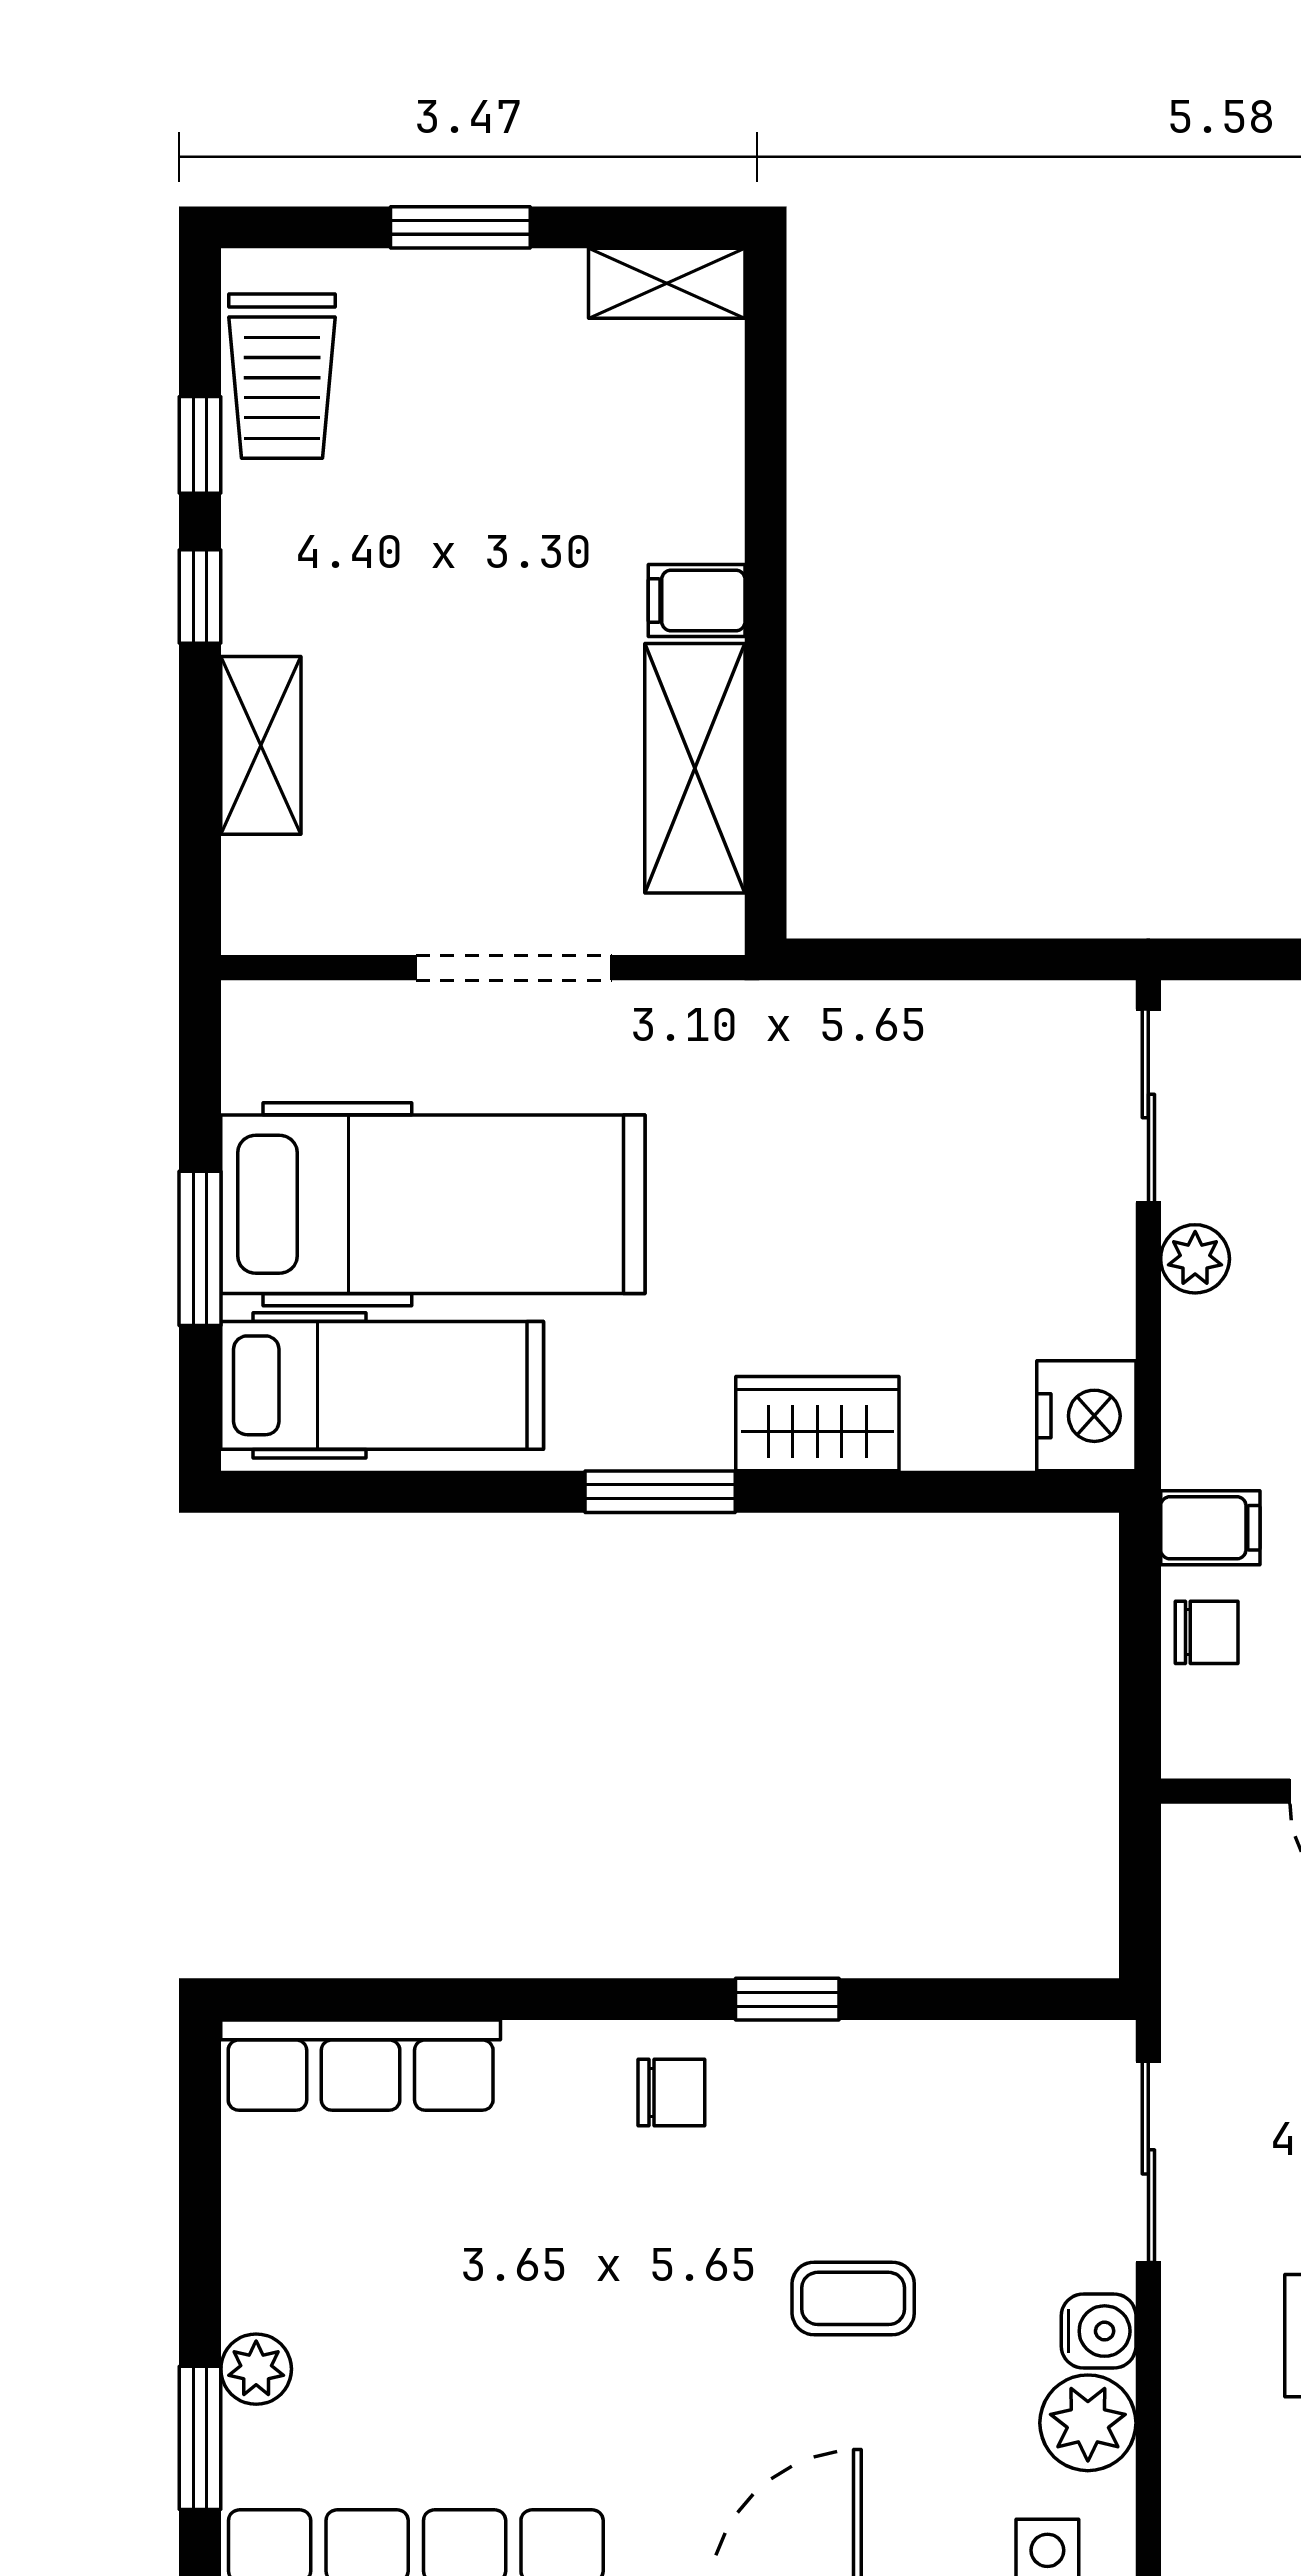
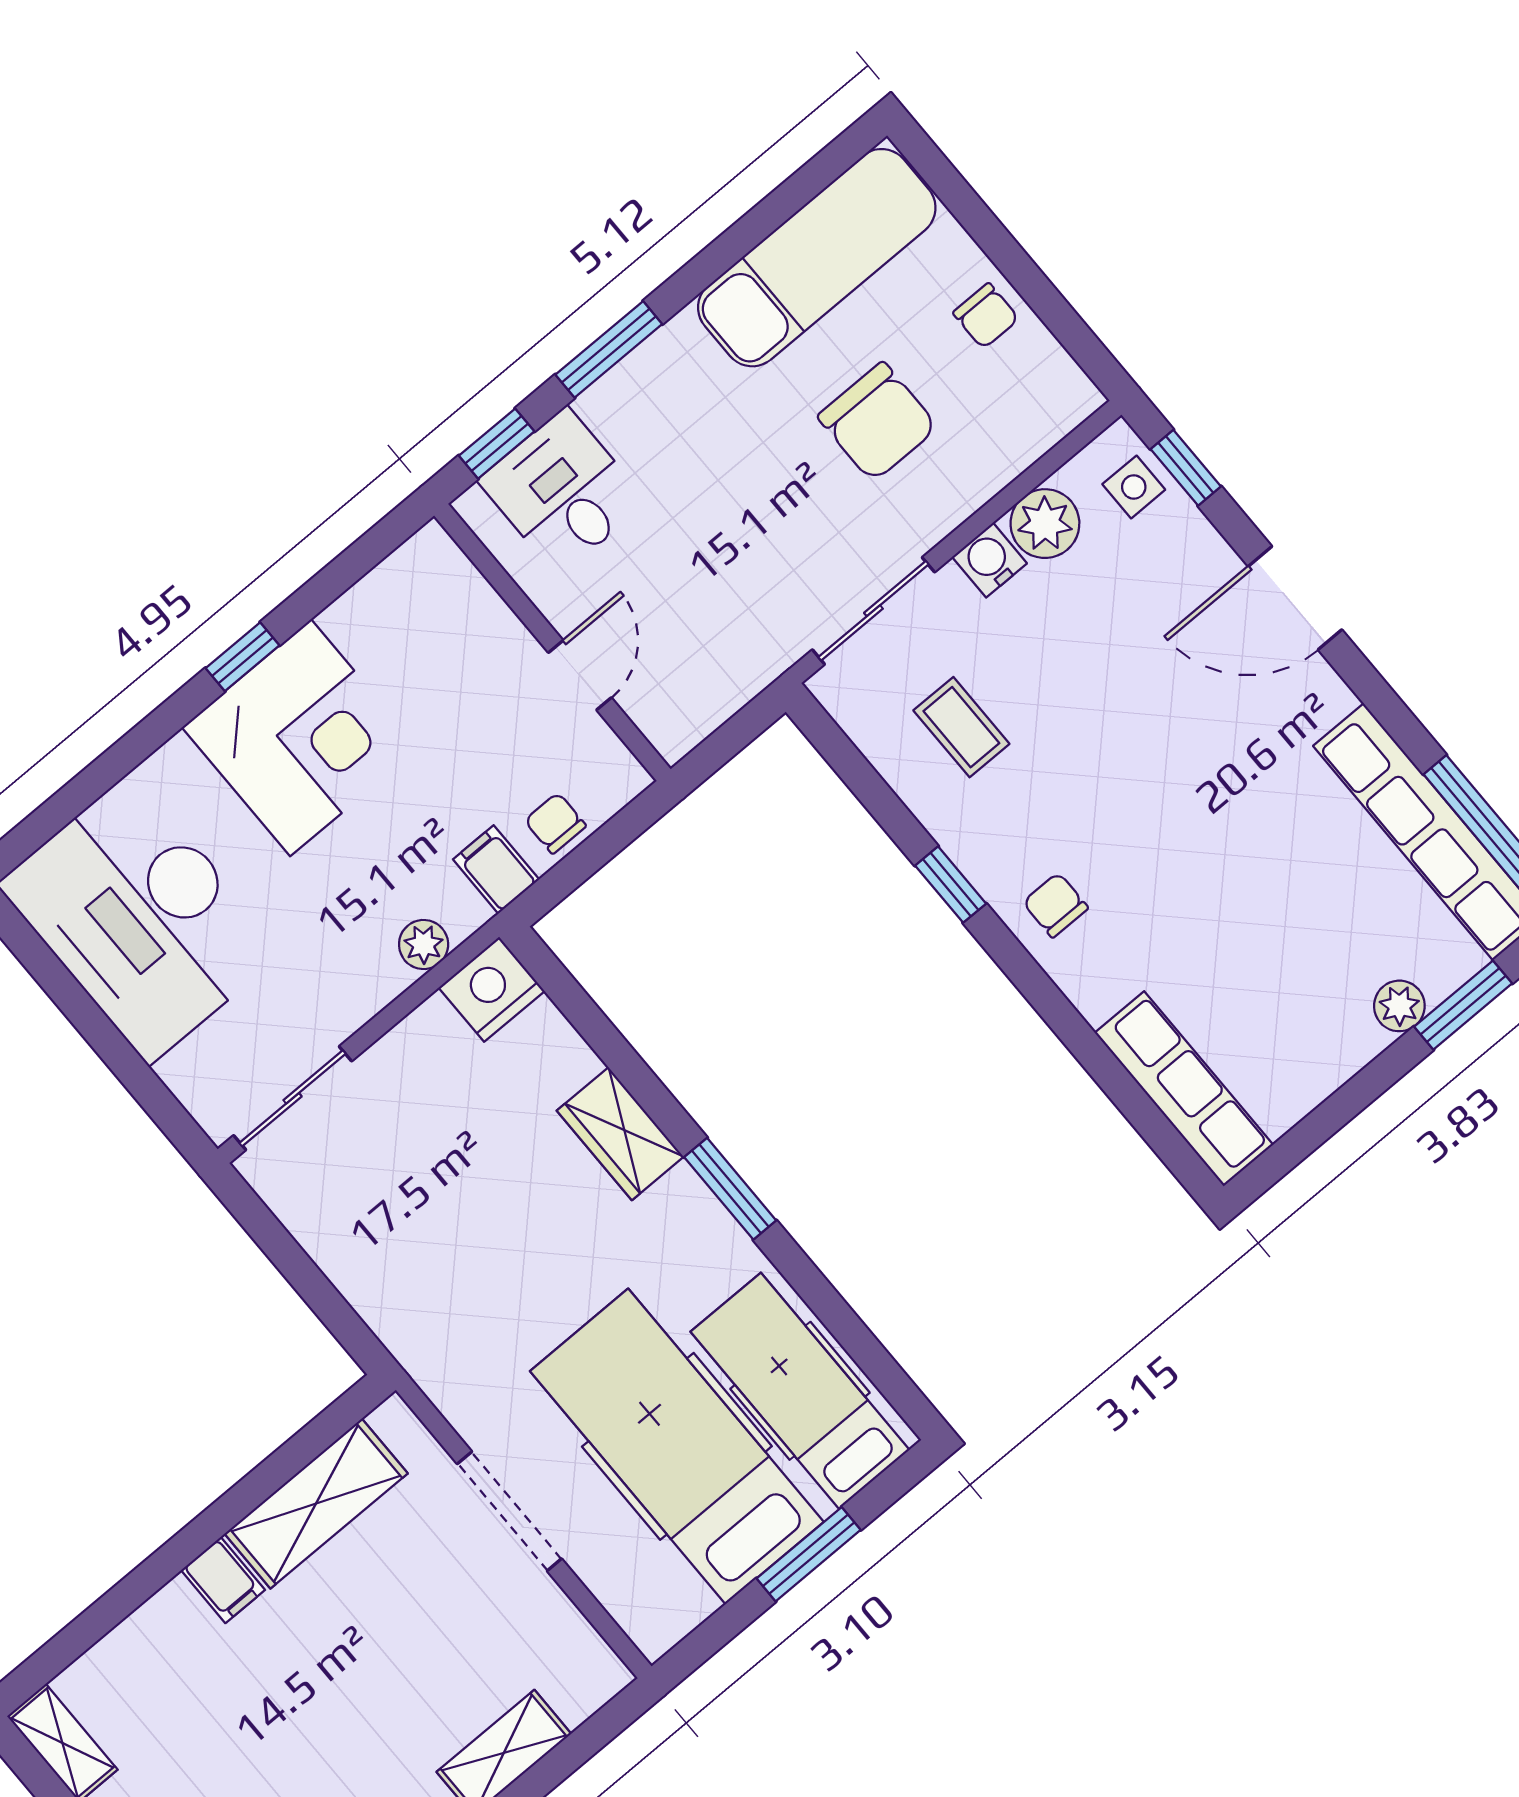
plant: (1195, 1259) -> (424, 944), moved
coffee table: (853, 2298) -> (961, 727), moved

